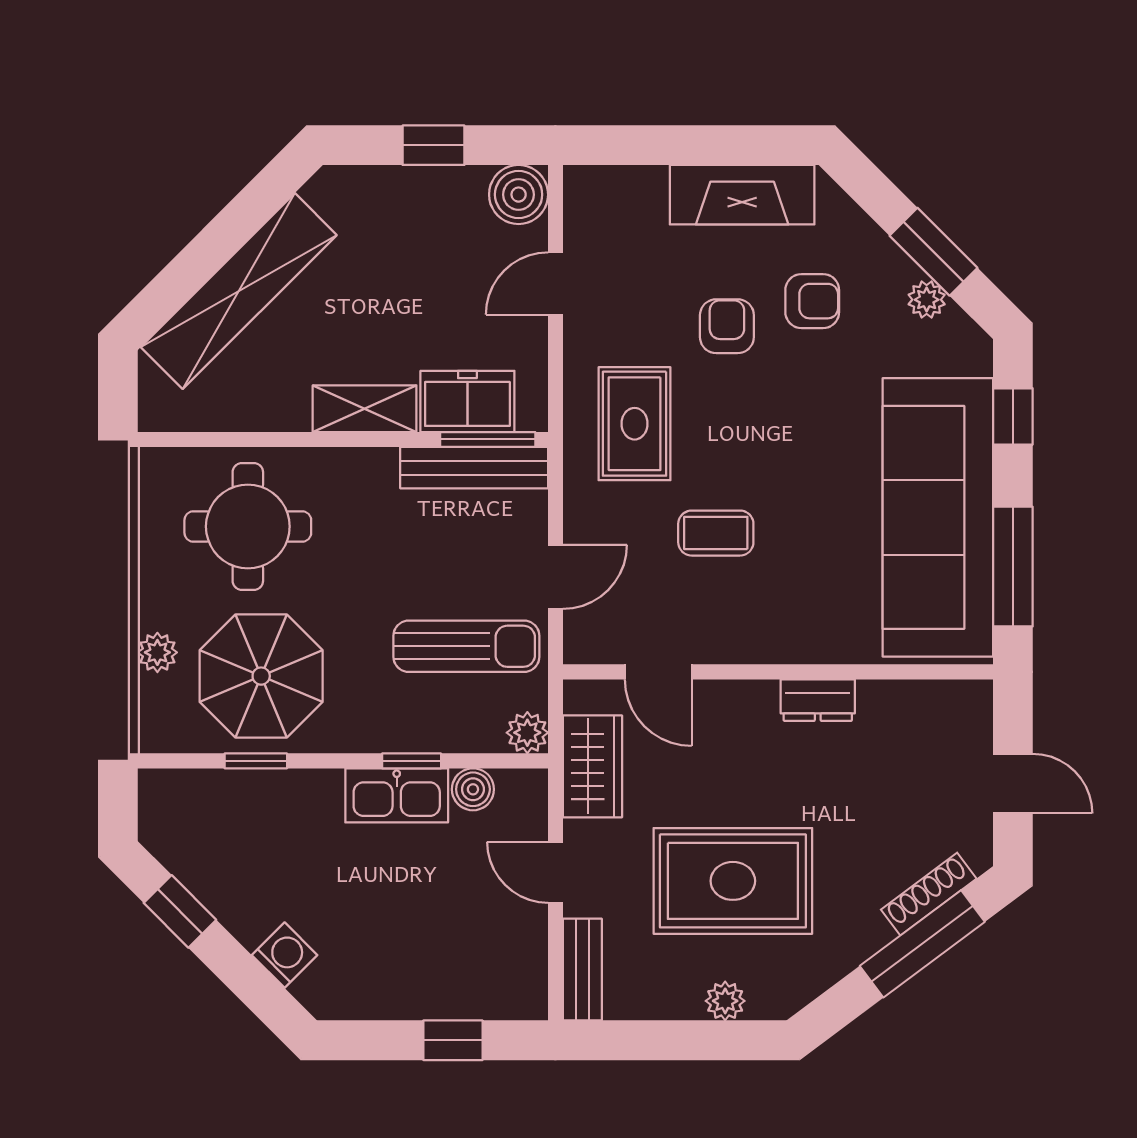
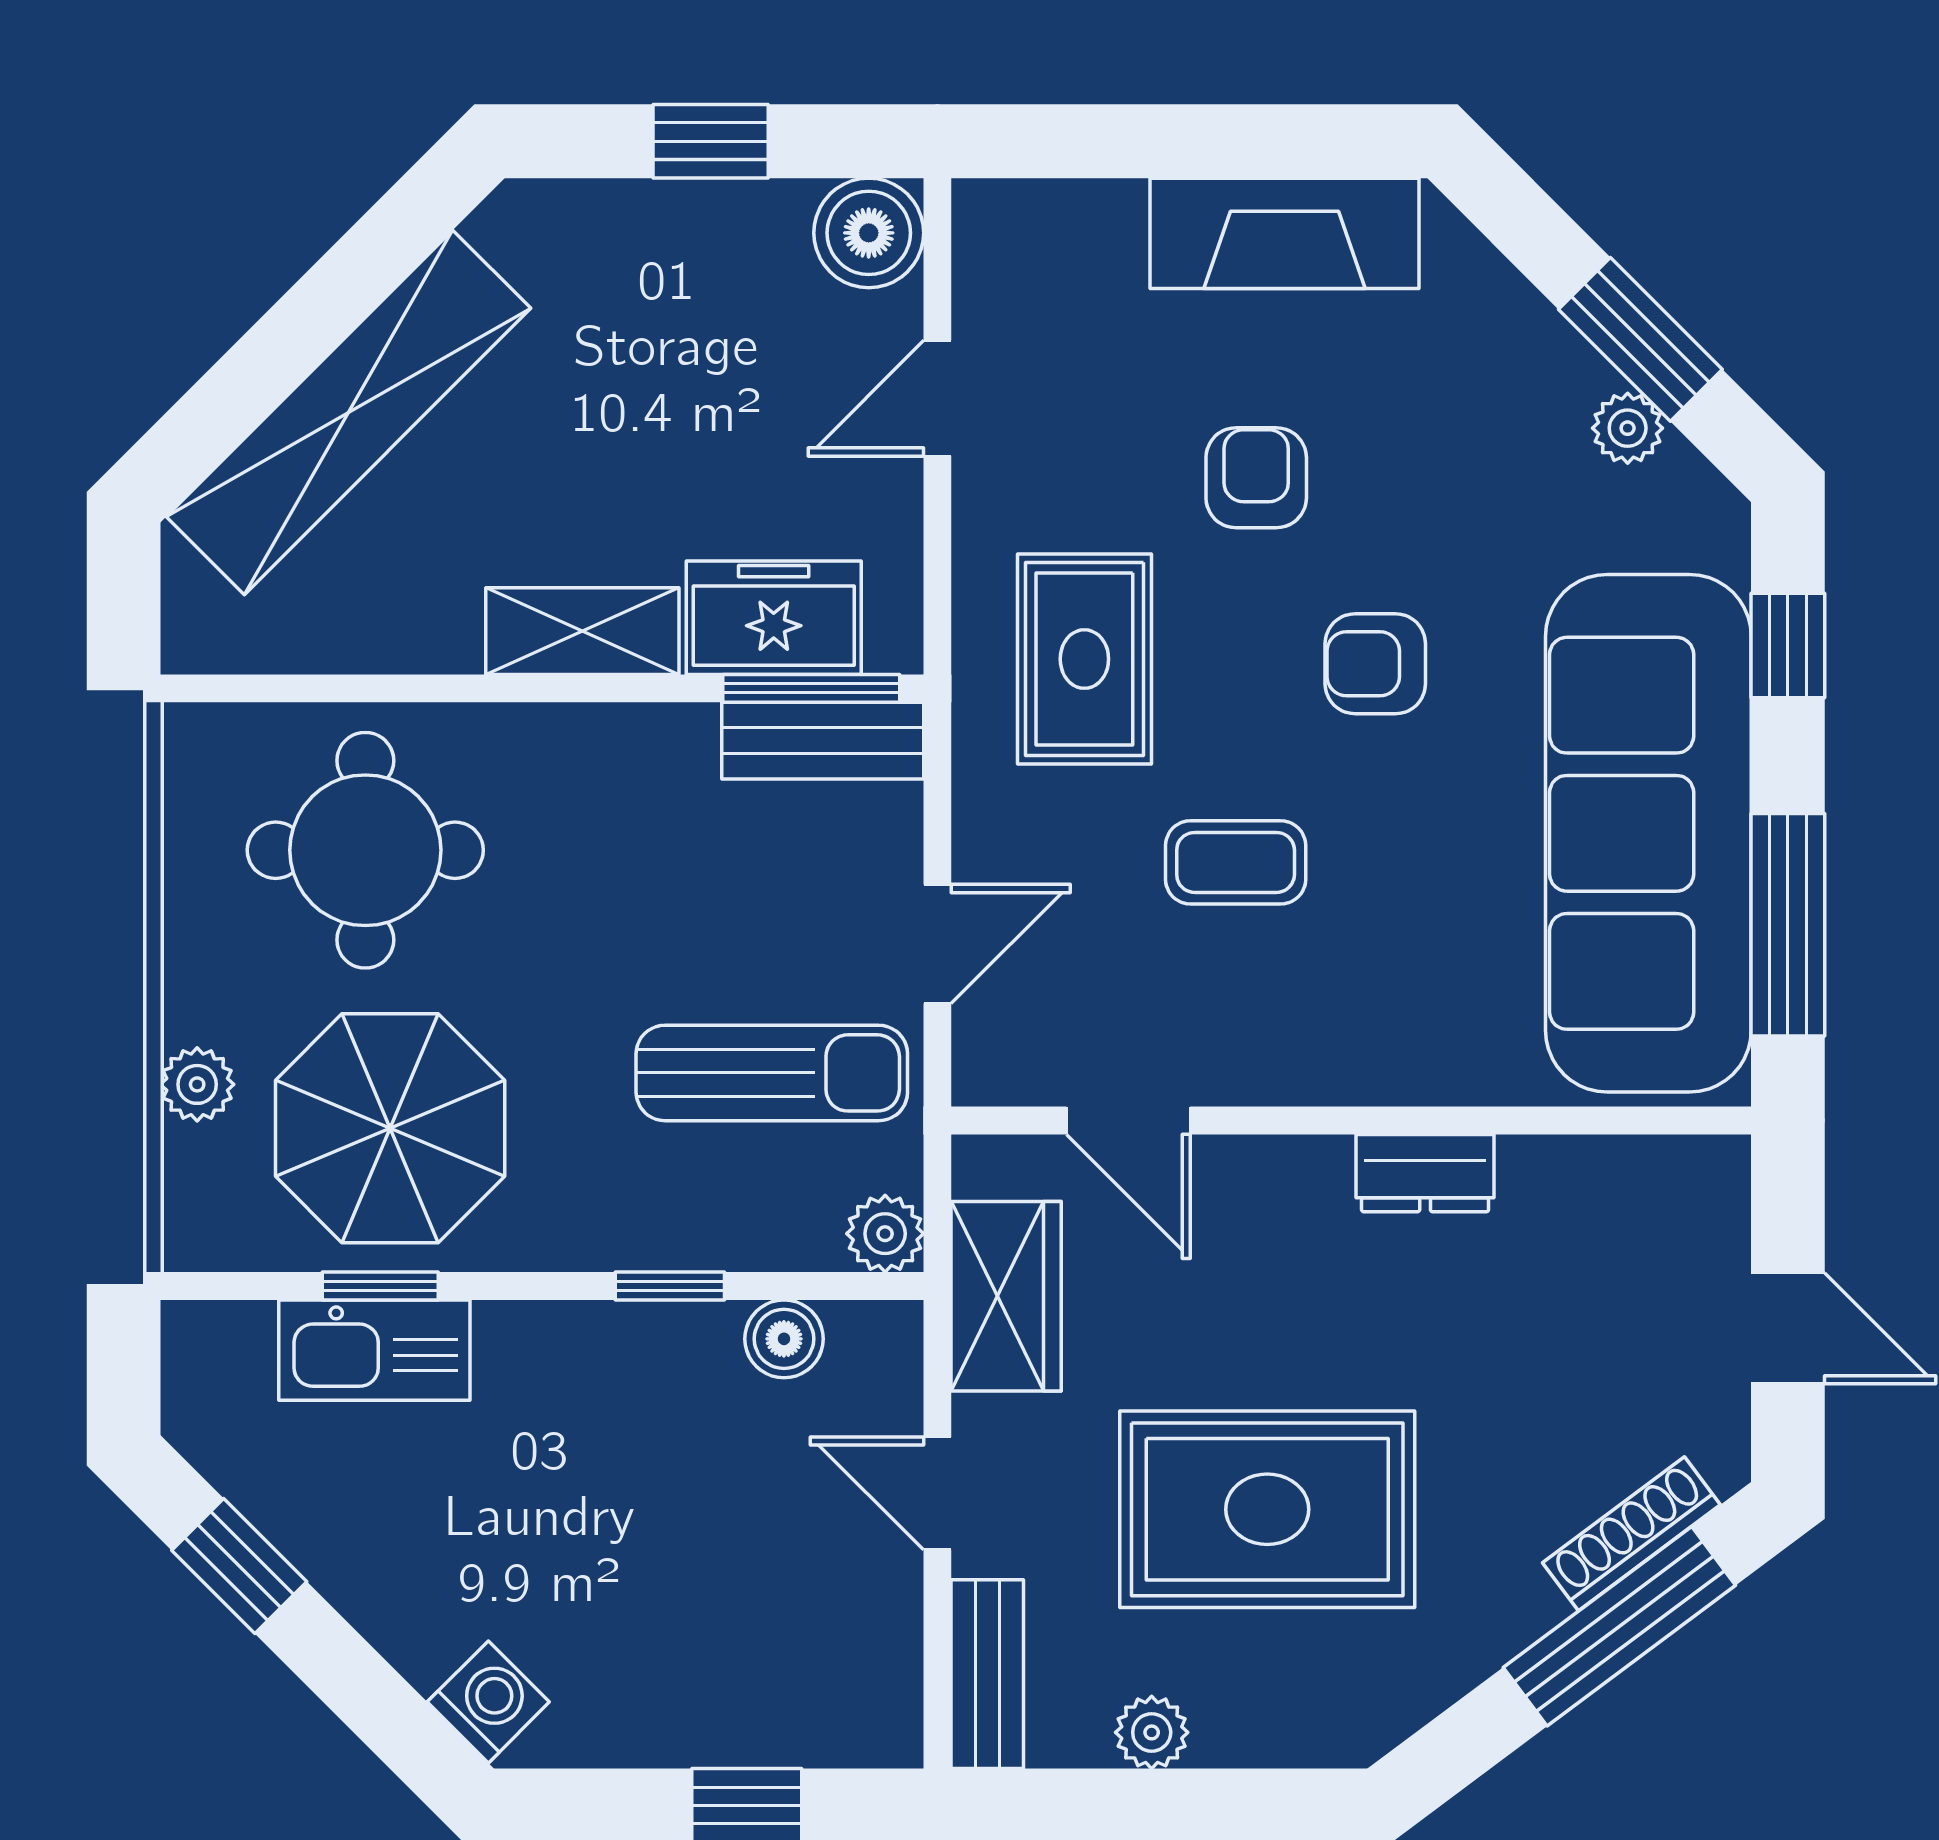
armchair: (812, 301) -> (1375, 664), moved, turned 180
bench: (474, 468) -> (823, 741), width x0.73
kitchen sink: (397, 795) -> (374, 1350), moved
washing machine: (285, 955) -> (488, 1702), moved
plant: (725, 1001) -> (1152, 1732), moved

